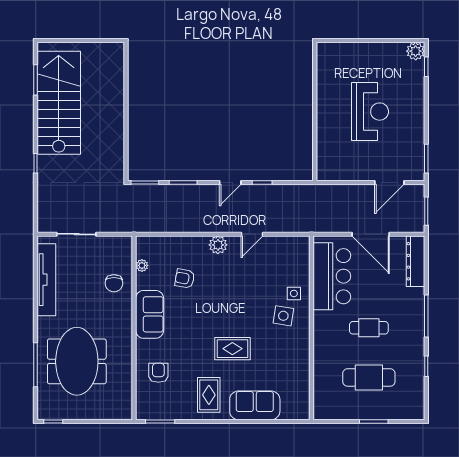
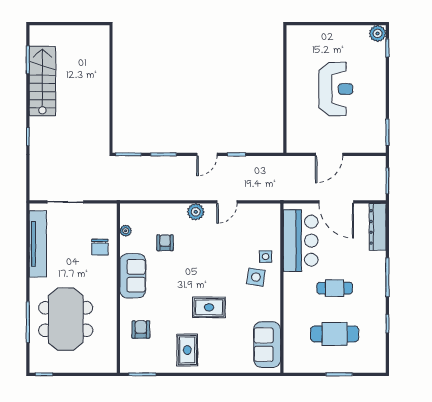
stairs: (59, 103) -> (42, 81), width x0.73, depth x0.66
door: (389, 183) -> (329, 154), moved
armchair: (185, 279) -> (165, 243), turned 80
sofa: (255, 405) -> (267, 345), moved, turned -90

